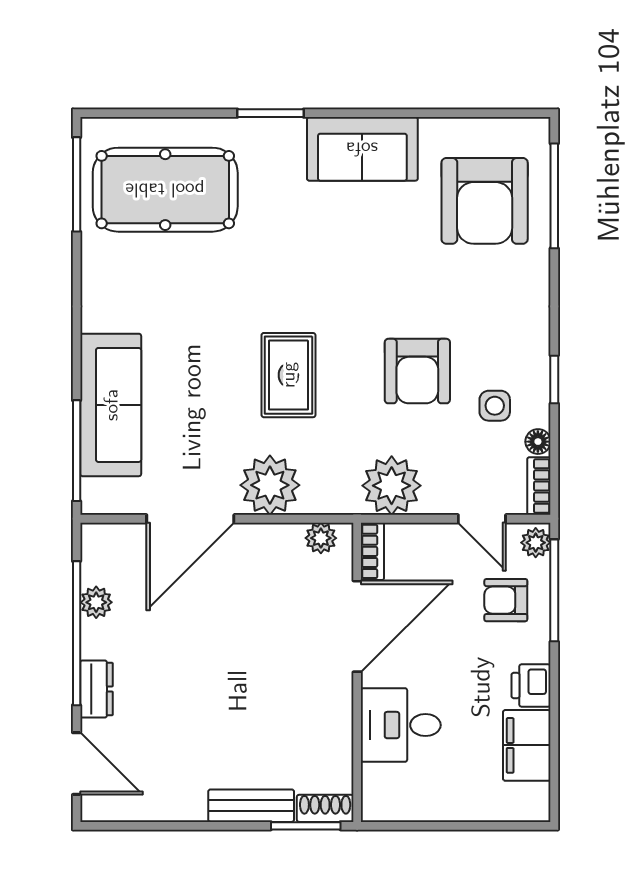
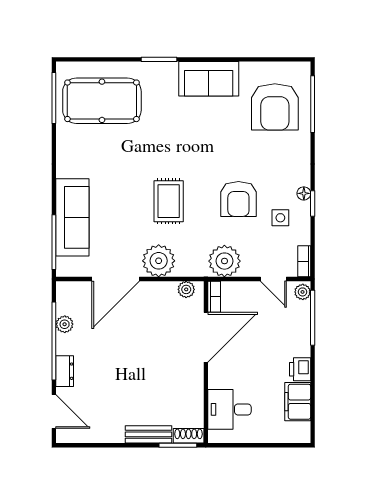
floor lamp: (538, 442) -> (304, 193), moved
armchair: (506, 600) -> (286, 323), removed
desk: (401, 725) -> (229, 409), moved

